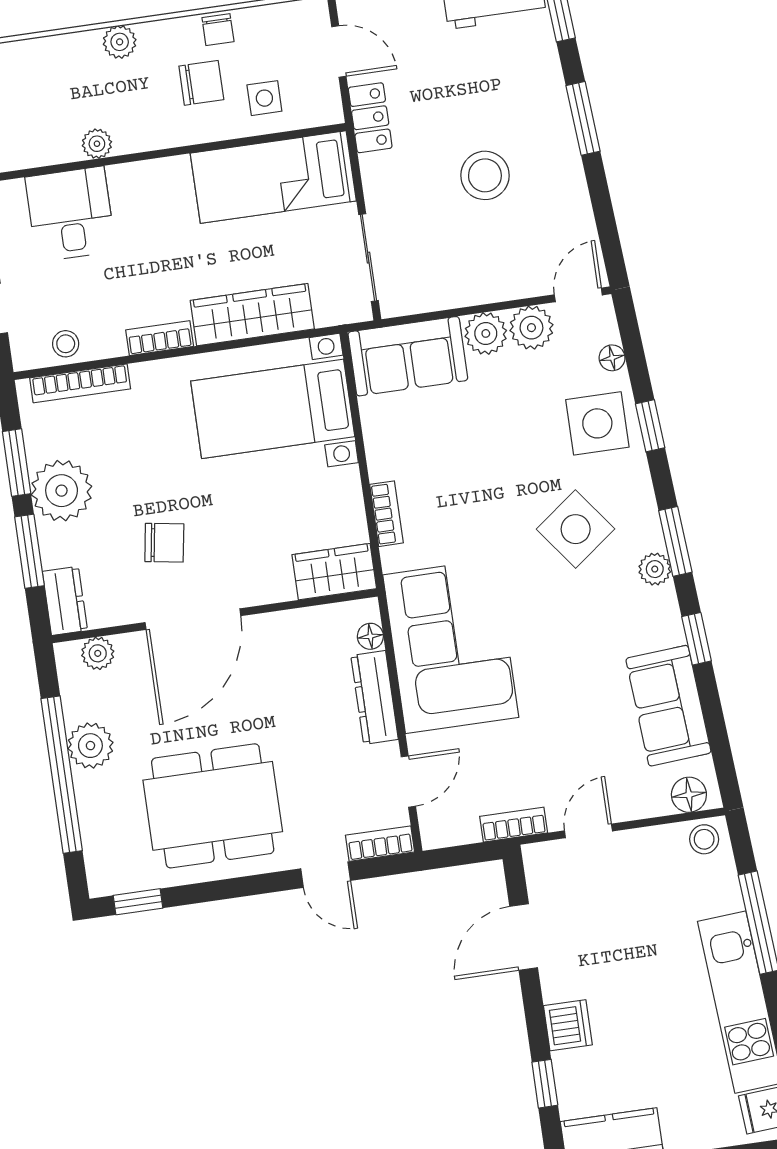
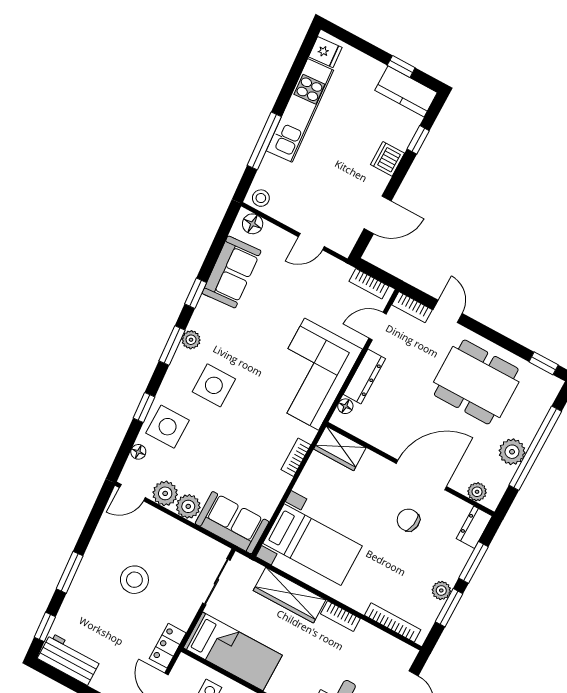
stool: (66, 344) -> (386, 646), removed
plant: (62, 491) -> (441, 590), width x0.53, depth x0.53
side table: (576, 529) -> (214, 385), turned 37
bookcase: (514, 825) -> (369, 284), moved

